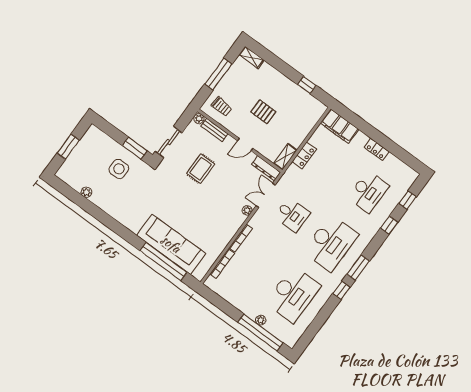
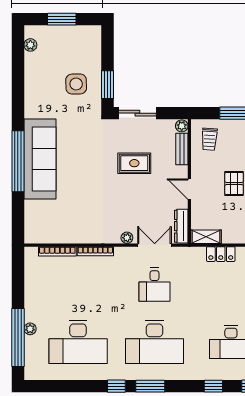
plant: (86, 192) -> (30, 45), moved
sofa: (171, 244) -> (40, 159), moved
window: (163, 261) -> (18, 161), moved

